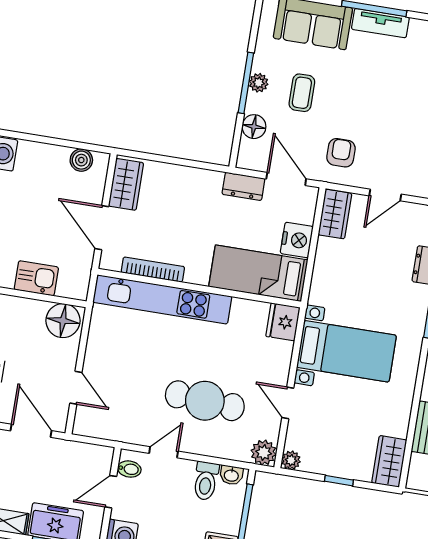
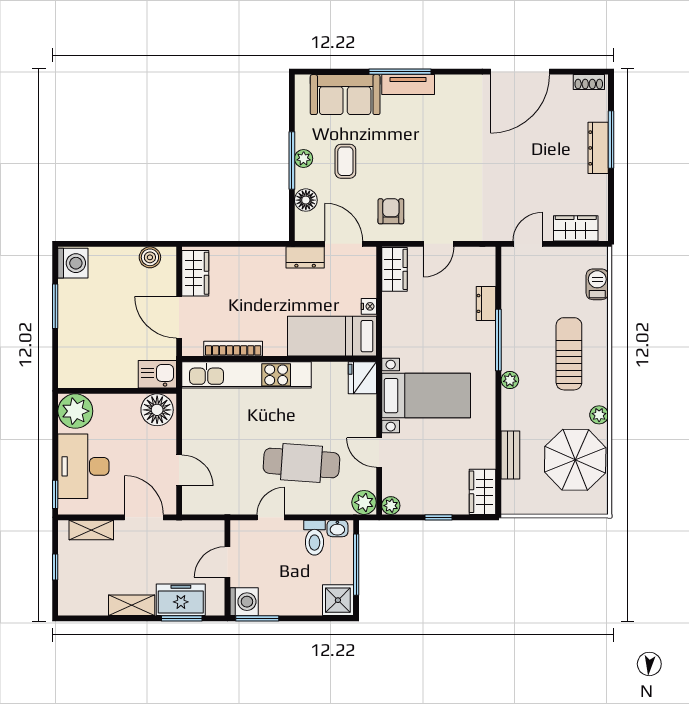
nightstand: (297, 240) -> (369, 306), width x0.53, depth x0.56
kitchen sink: (36, 278) -> (157, 374), moved
bidet: (129, 469) -> (241, 538), removed

